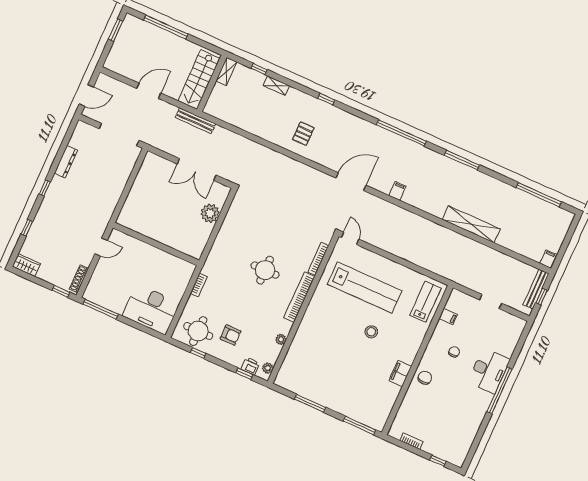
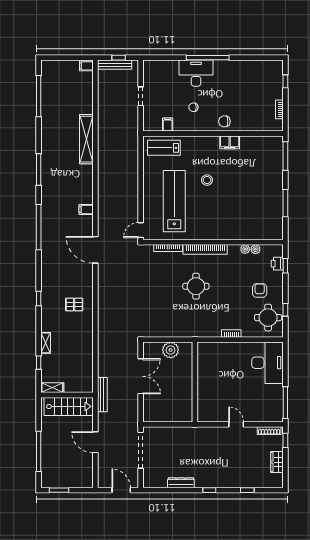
wall: (156, 244) -> (195, 382), moved
wardrobe: (26, 265) -> (277, 462), moved
plant: (268, 368) -> (255, 249), moved

